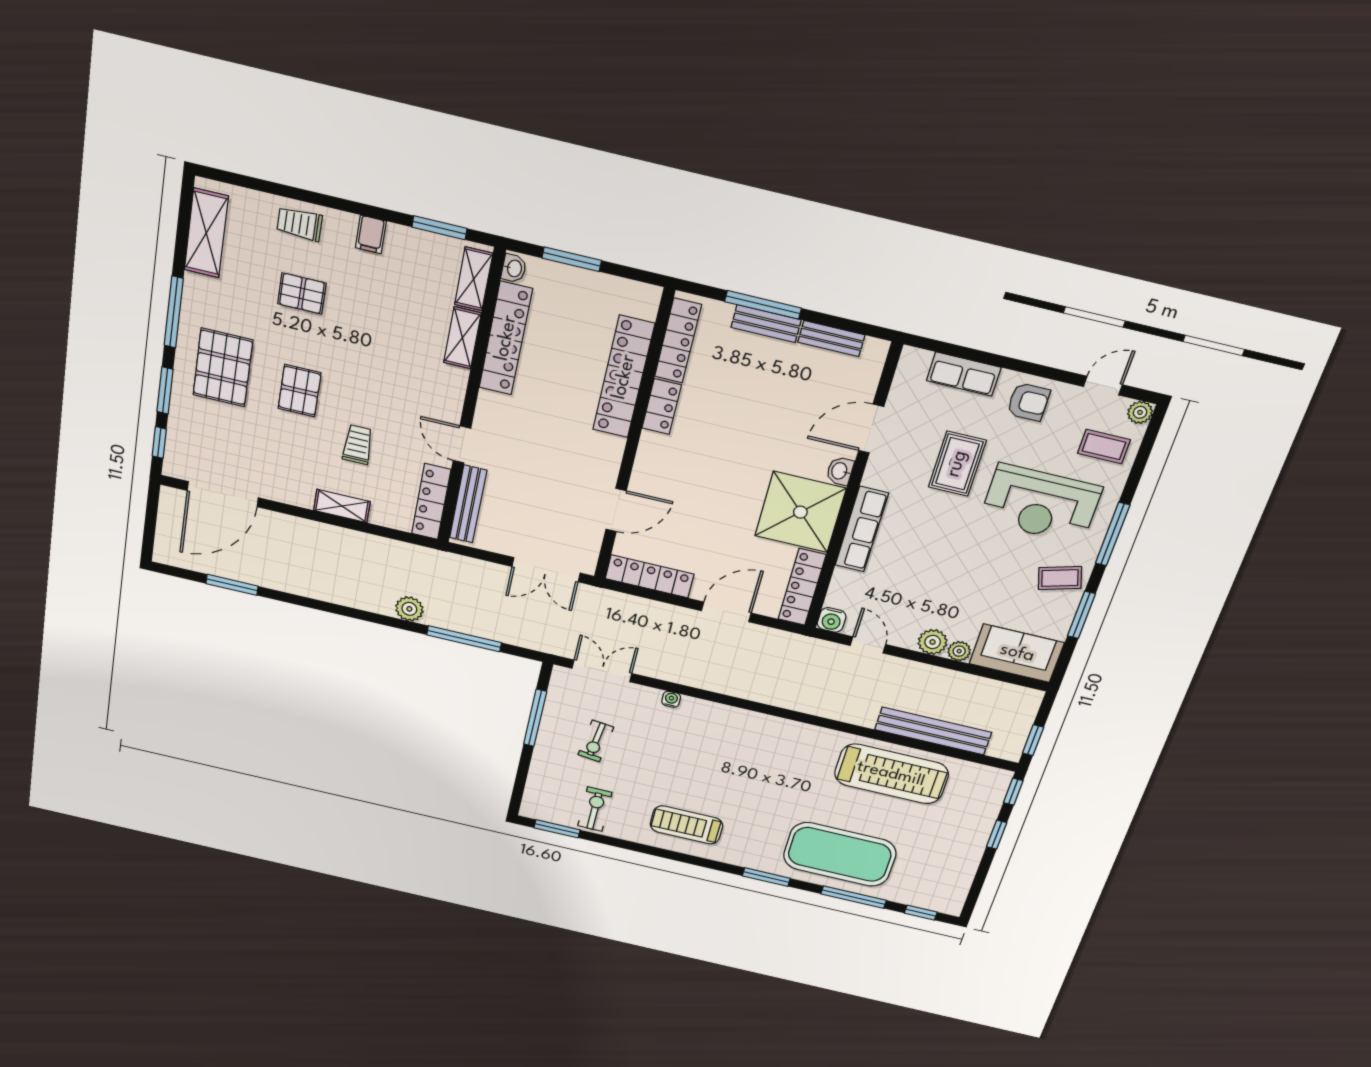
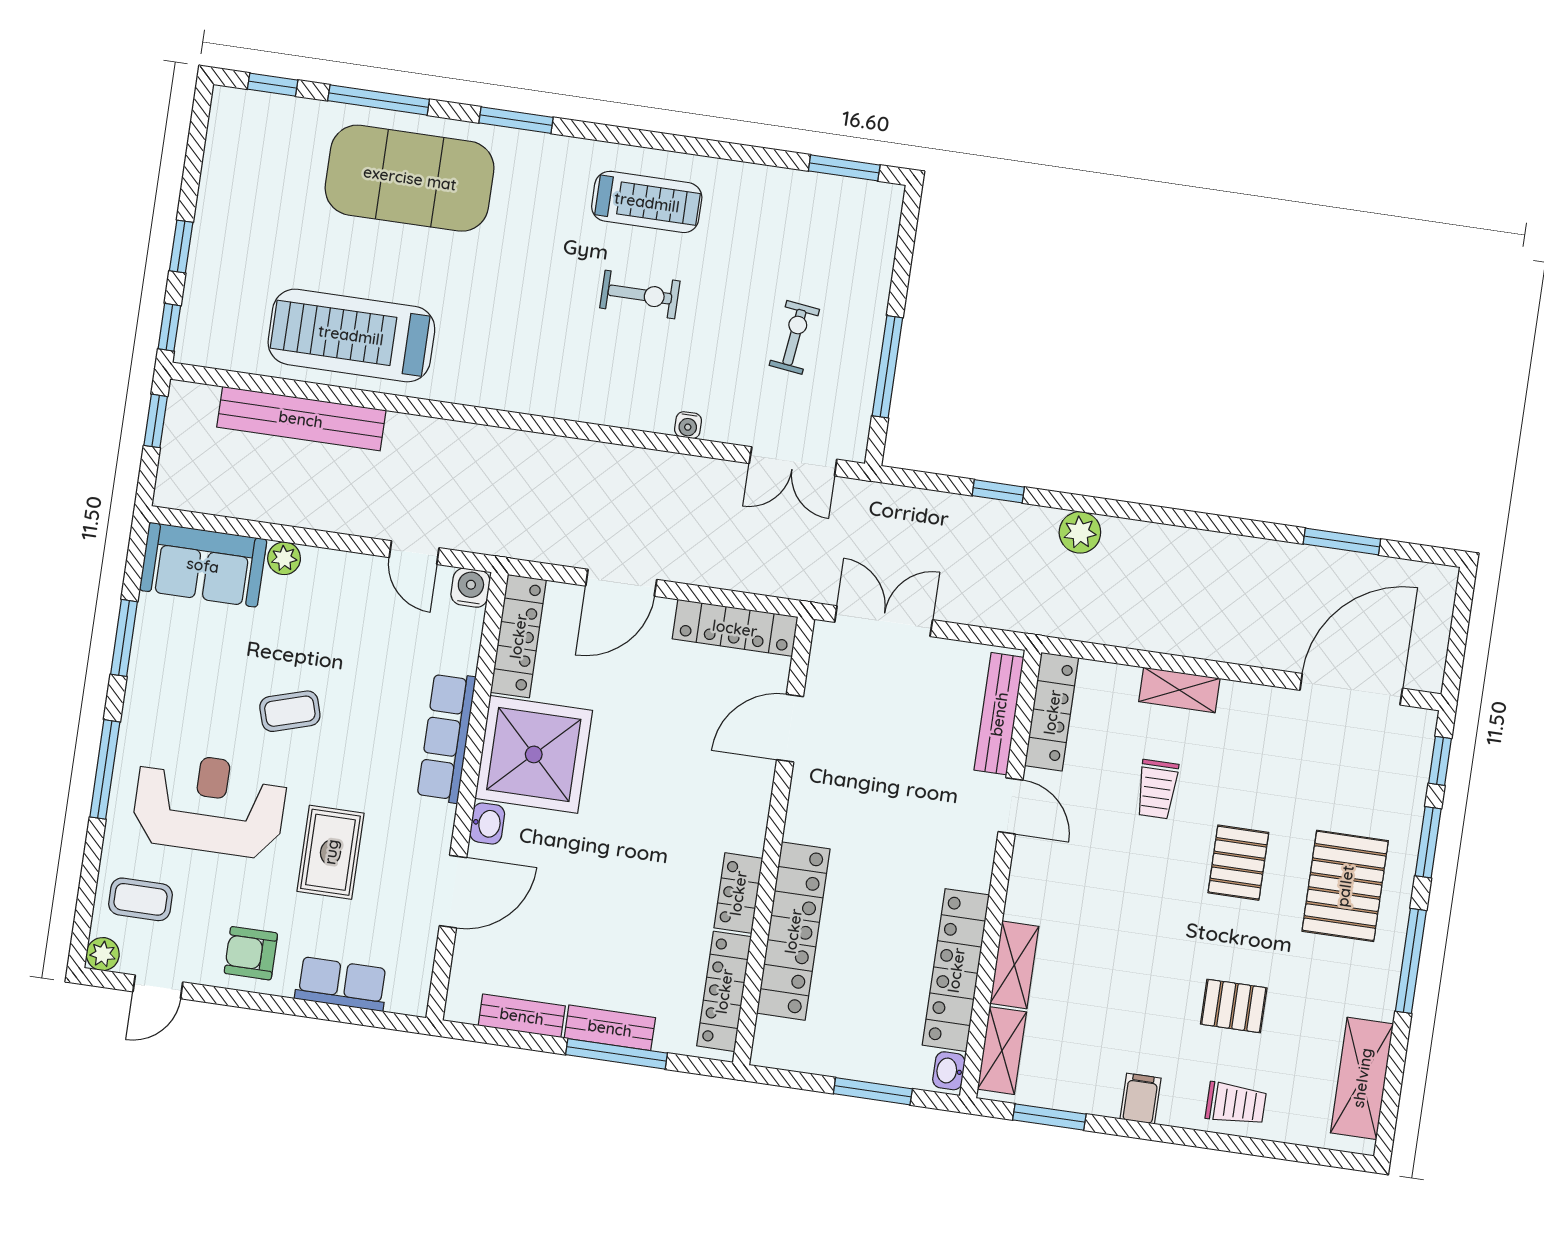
coffee table: (1060, 578) -> (290, 711), moved
window: (464, 639) -> (998, 491), width x0.46
plant: (933, 642) -> (324, 569), removed
exercise bike: (595, 809) -> (640, 295), moved, turned -90

